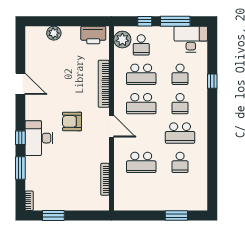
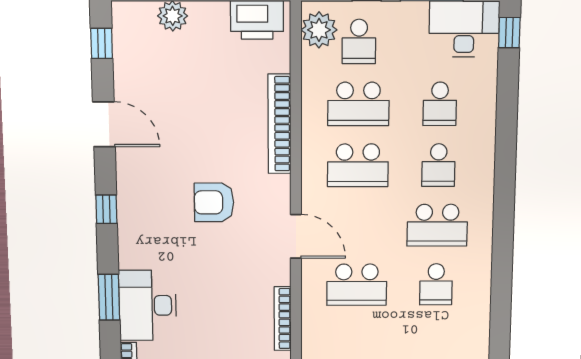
window: (20, 46) -> (102, 43), added
window: (212, 81) -> (509, 33), moved
door: (111, 126) -> (296, 236), moved
window: (20, 138) -> (106, 209), moved
desk: (39, 138) -> (148, 305), moved

